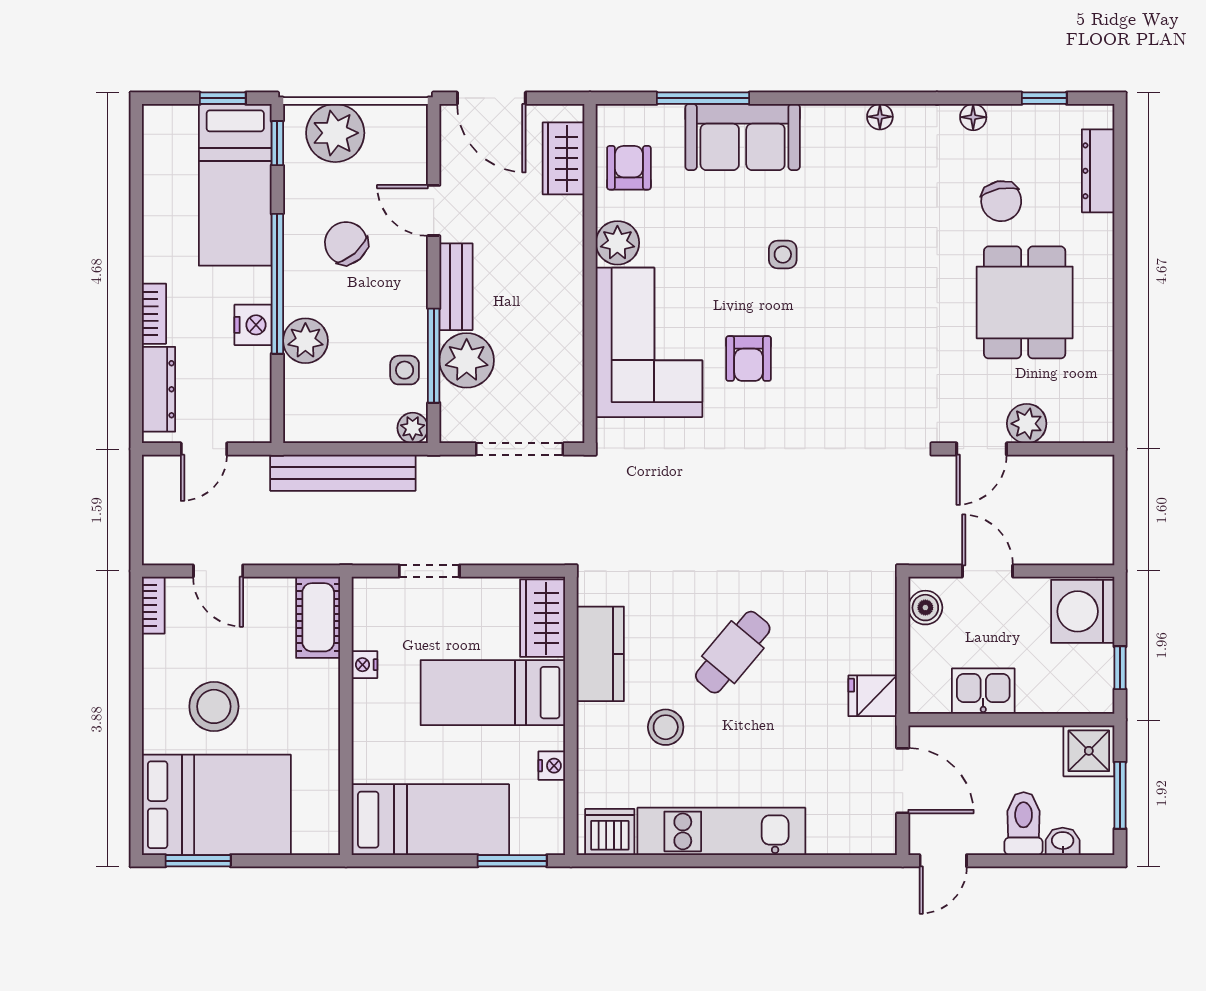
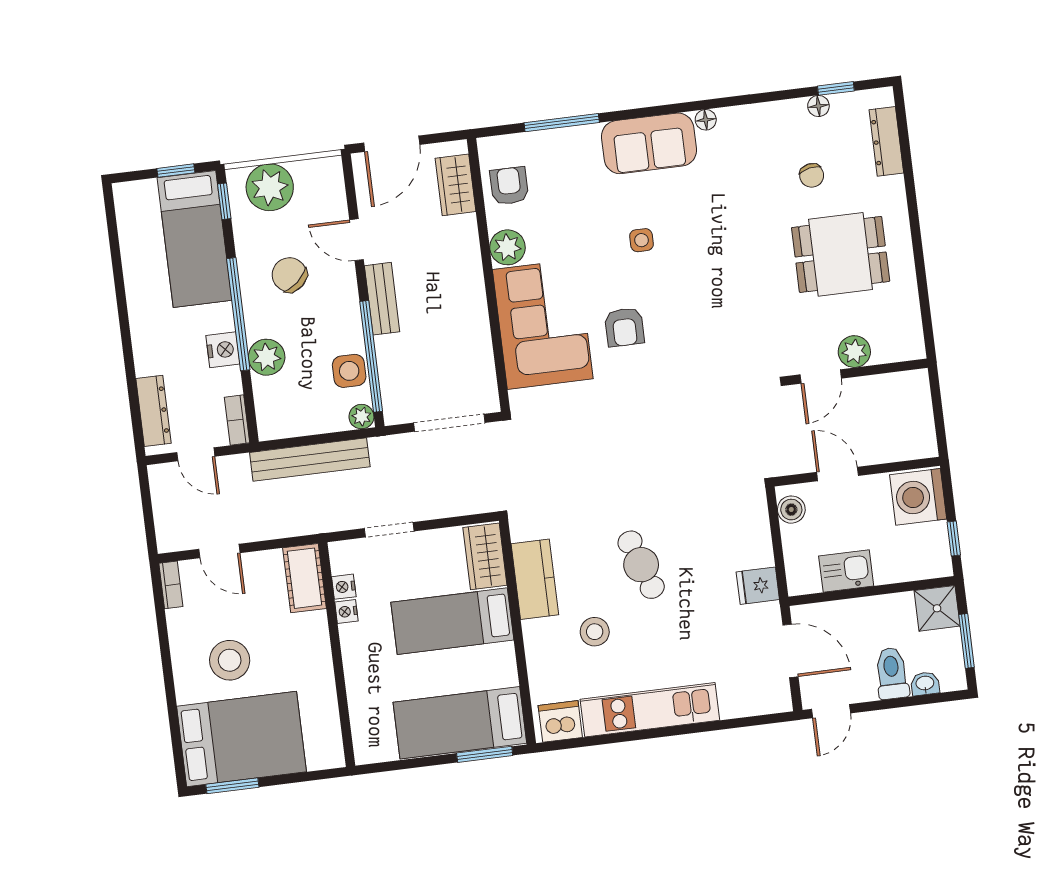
door: (491, 98) -> (392, 144), hinge flipped
floor lamp: (973, 117) -> (818, 106), moved
sofa: (743, 137) -> (649, 143), moved
chair: (1001, 201) -> (812, 175), width x0.73, depth x0.73
dining table: (1025, 302) -> (841, 254), turned 90
bookcase: (154, 314) -> (237, 420), moved, turned 180
window: (434, 356) -> (371, 356), width x1.46
plant: (467, 360) -> (398, 357), removed
side table: (405, 370) -> (349, 371), width x1.37, depth x1.37
door: (204, 449) -> (196, 454), hinge flipped
cafe table: (733, 652) -> (641, 565), turned -59
nightstand: (552, 766) -> (344, 587), moved, turned 180
bed: (430, 820) -> (460, 723), moved, turned 180

